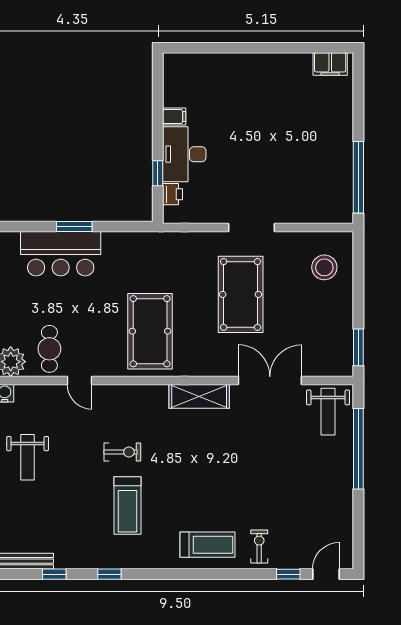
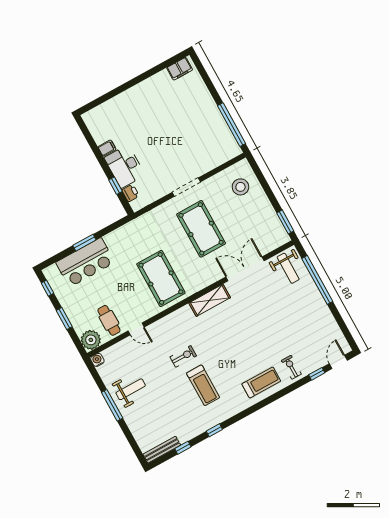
weight bench: (28, 457) -> (131, 389), turned -90

